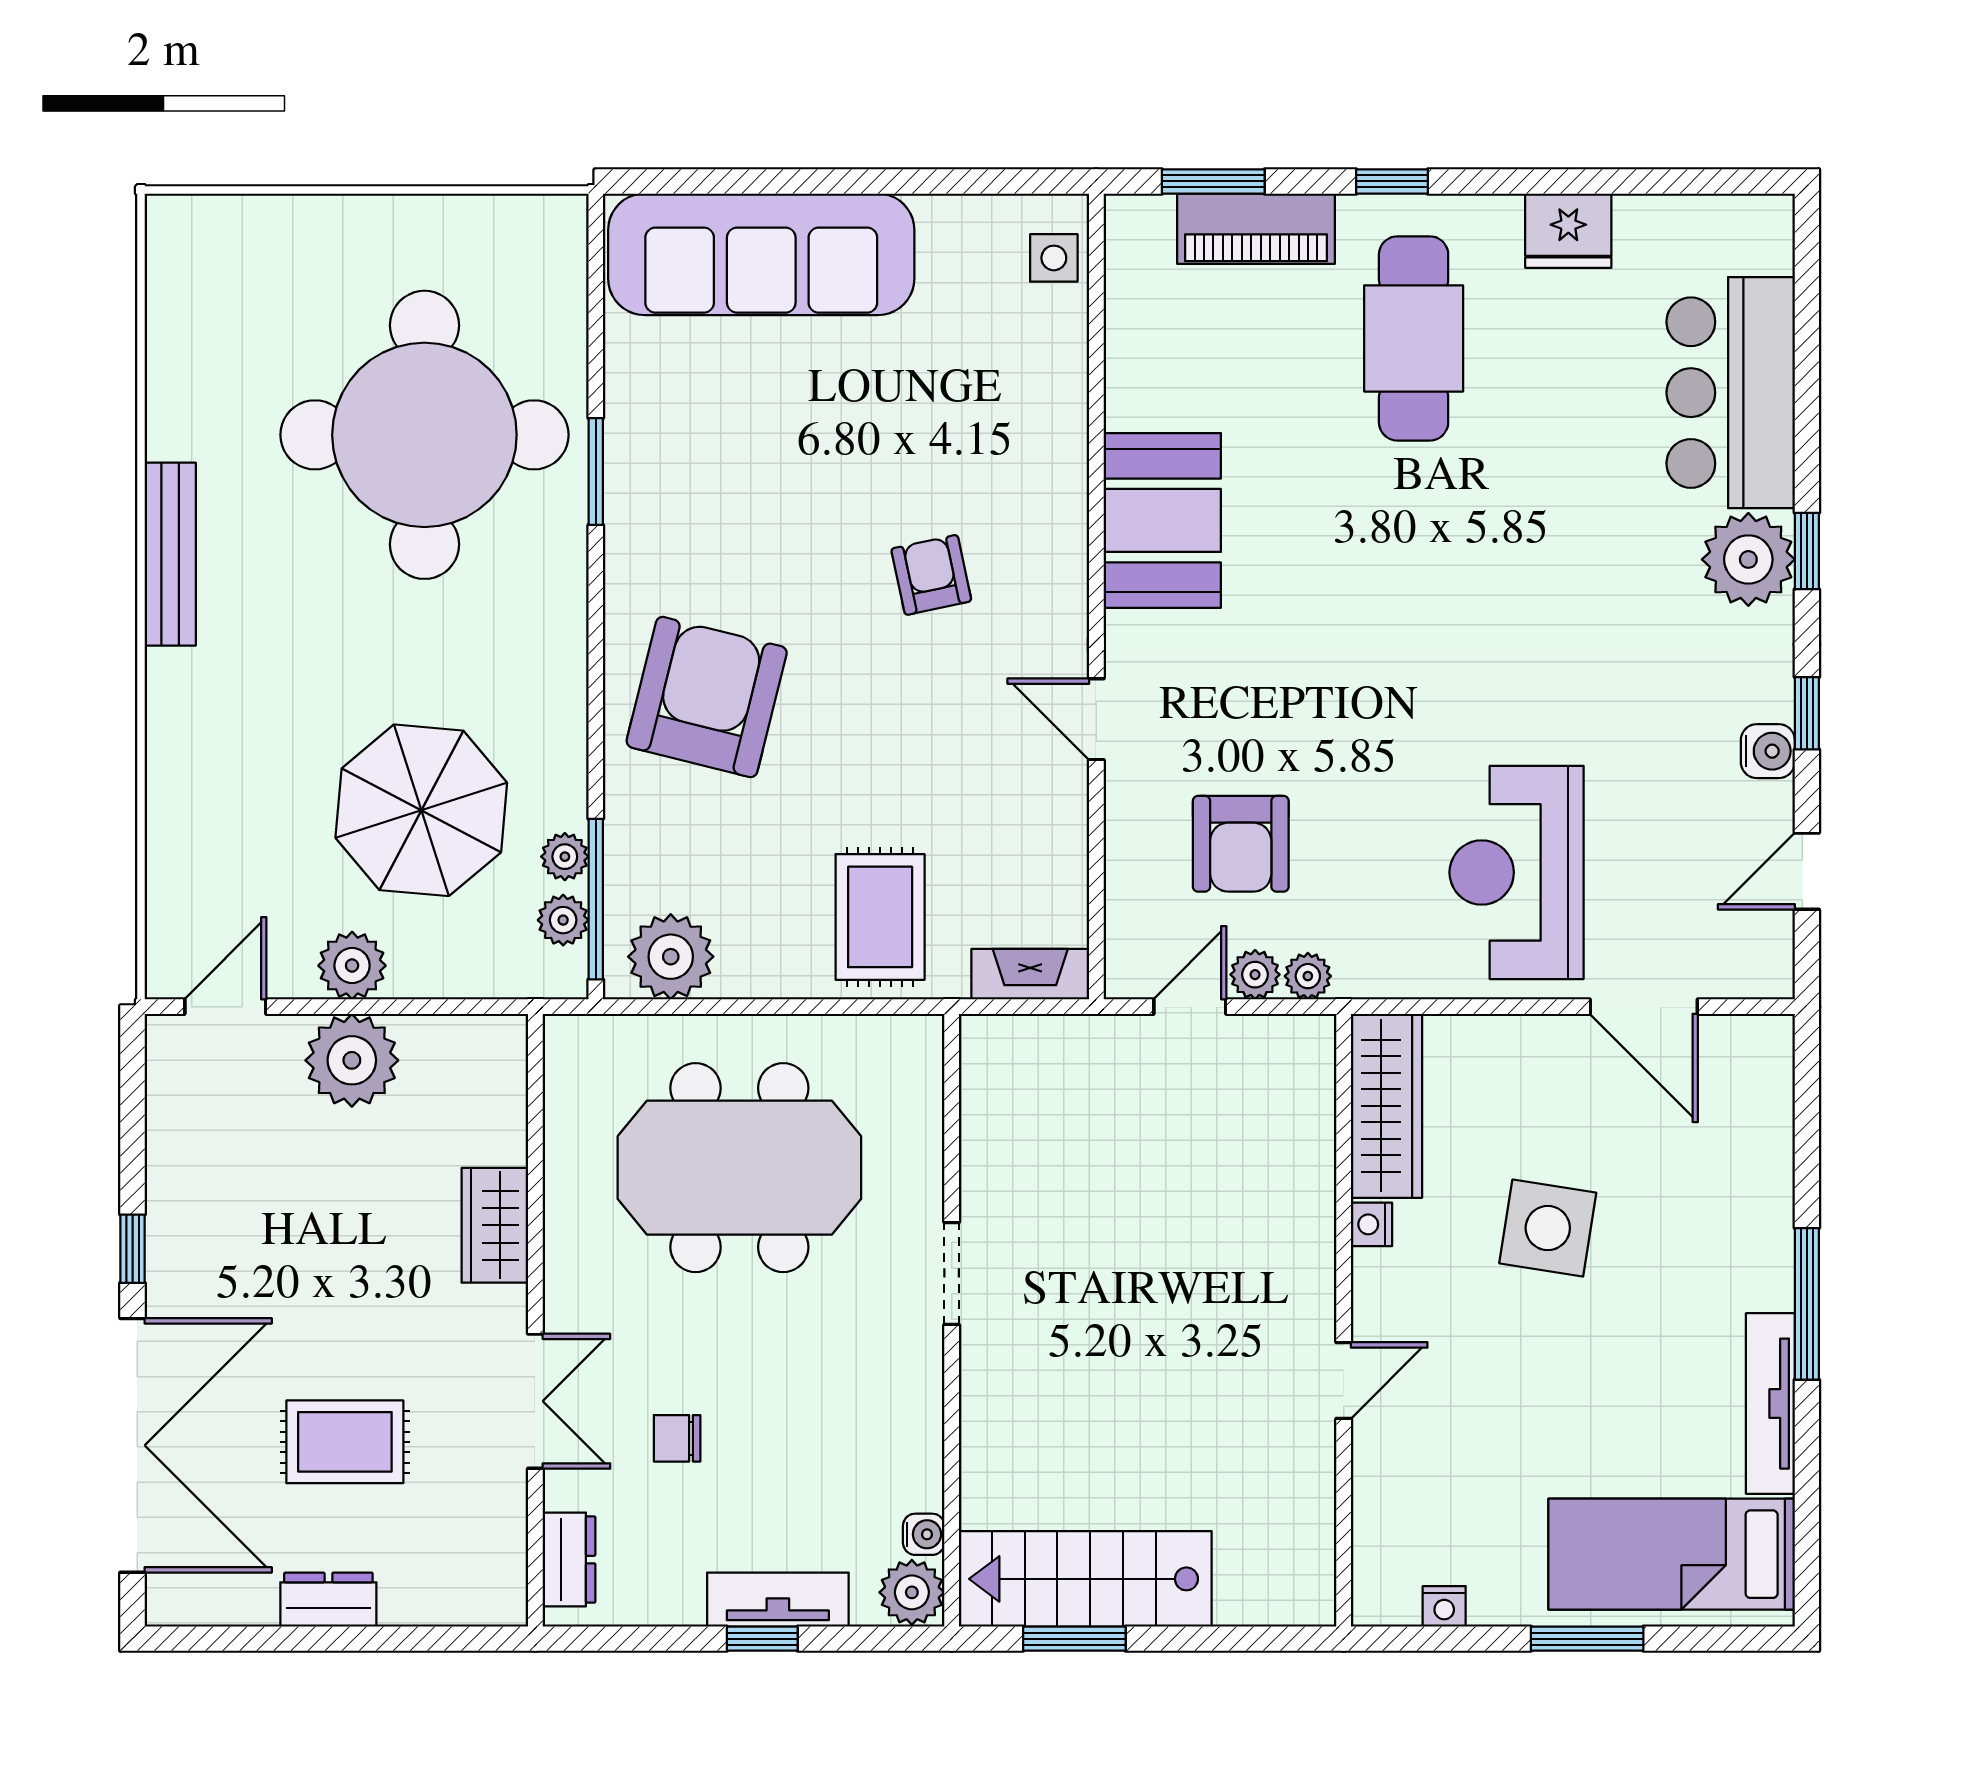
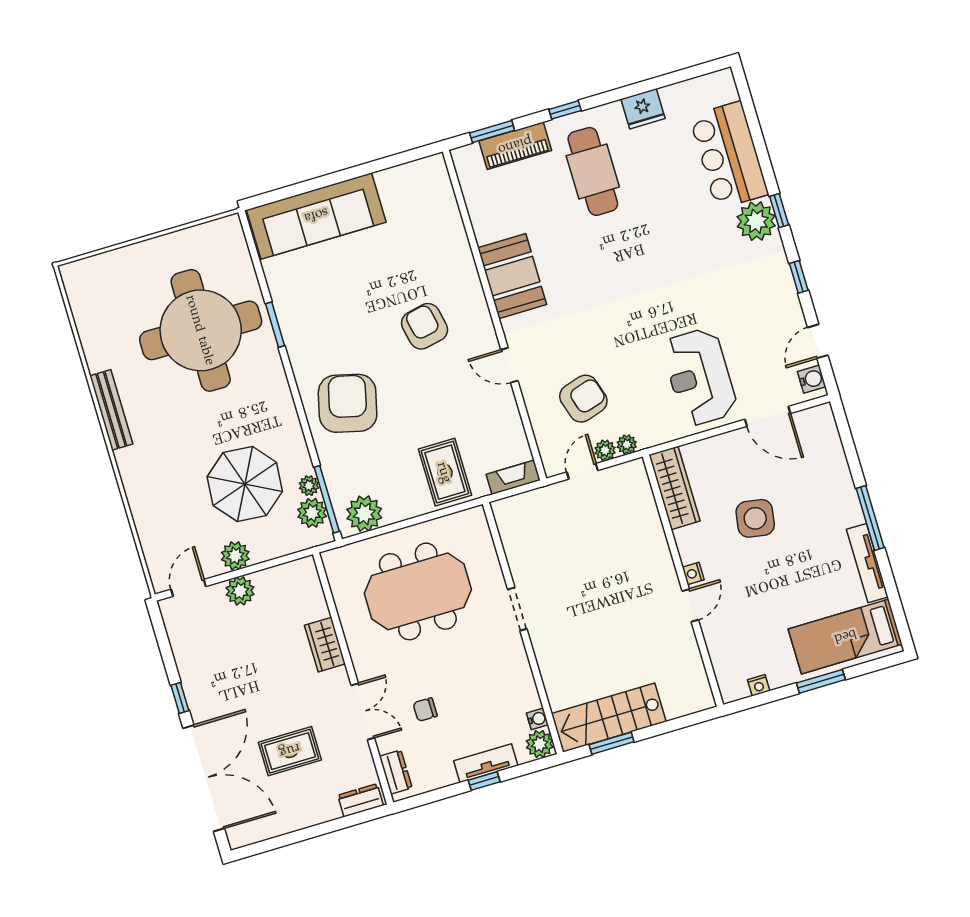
side table: (1054, 258) -> (436, 182), removed
armchair: (931, 575) -> (425, 326), width x1.38, depth x1.38
water cooler: (1768, 751) -> (812, 379), moved
armchair: (1241, 844) -> (583, 399), turned -107
plant: (563, 920) -> (312, 513), width x1.38, depth x1.38
plant: (352, 1060) -> (240, 591), width x0.73, depth x0.73
nightstand: (1371, 1224) -> (693, 573), moved
dresser: (328, 1600) -> (361, 800), moved

